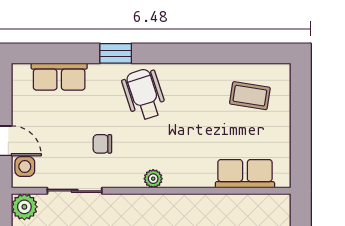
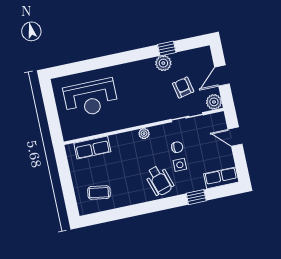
window: (116, 53) -> (196, 197), moved
row of seats: (59, 77) -> (221, 178), moved
side table: (25, 167) -> (180, 165), moved

